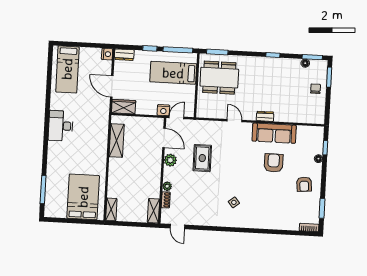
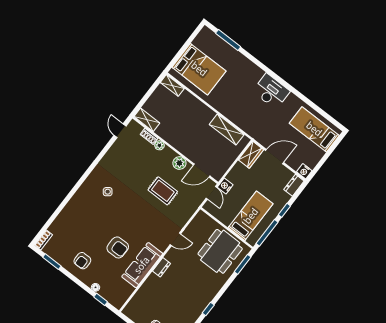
armchair: (304, 184) -> (82, 261), turned -85
door: (177, 227) -> (120, 131), hinge flipped

